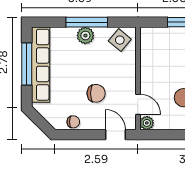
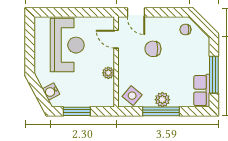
row of seats: (41, 65) -> (202, 91), width x0.50
chair: (73, 122) -> (185, 29), moved
plant: (147, 123) -> (108, 73), moved

